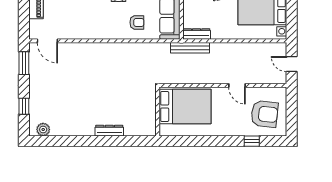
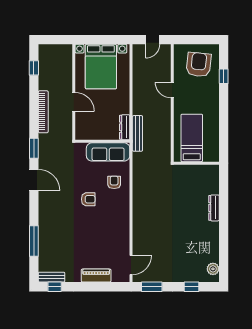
door: (237, 85) -> (172, 90), swing flipped
bed: (185, 107) -> (192, 138), width x0.67

